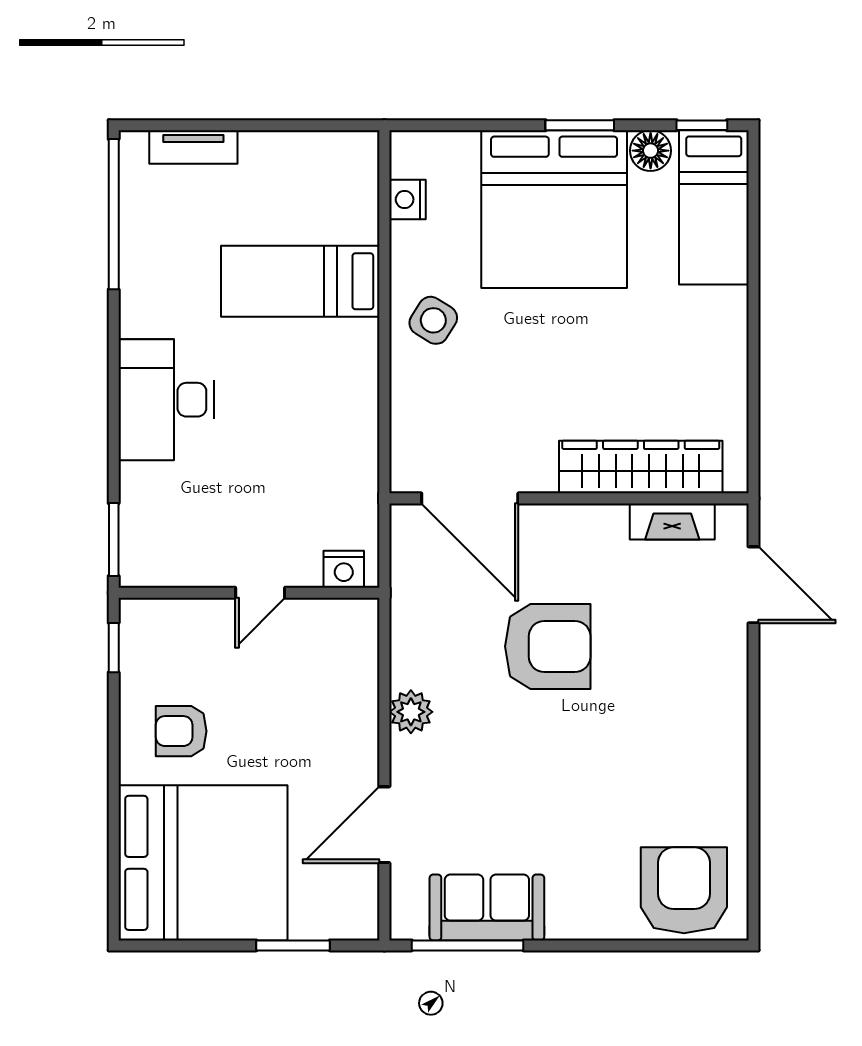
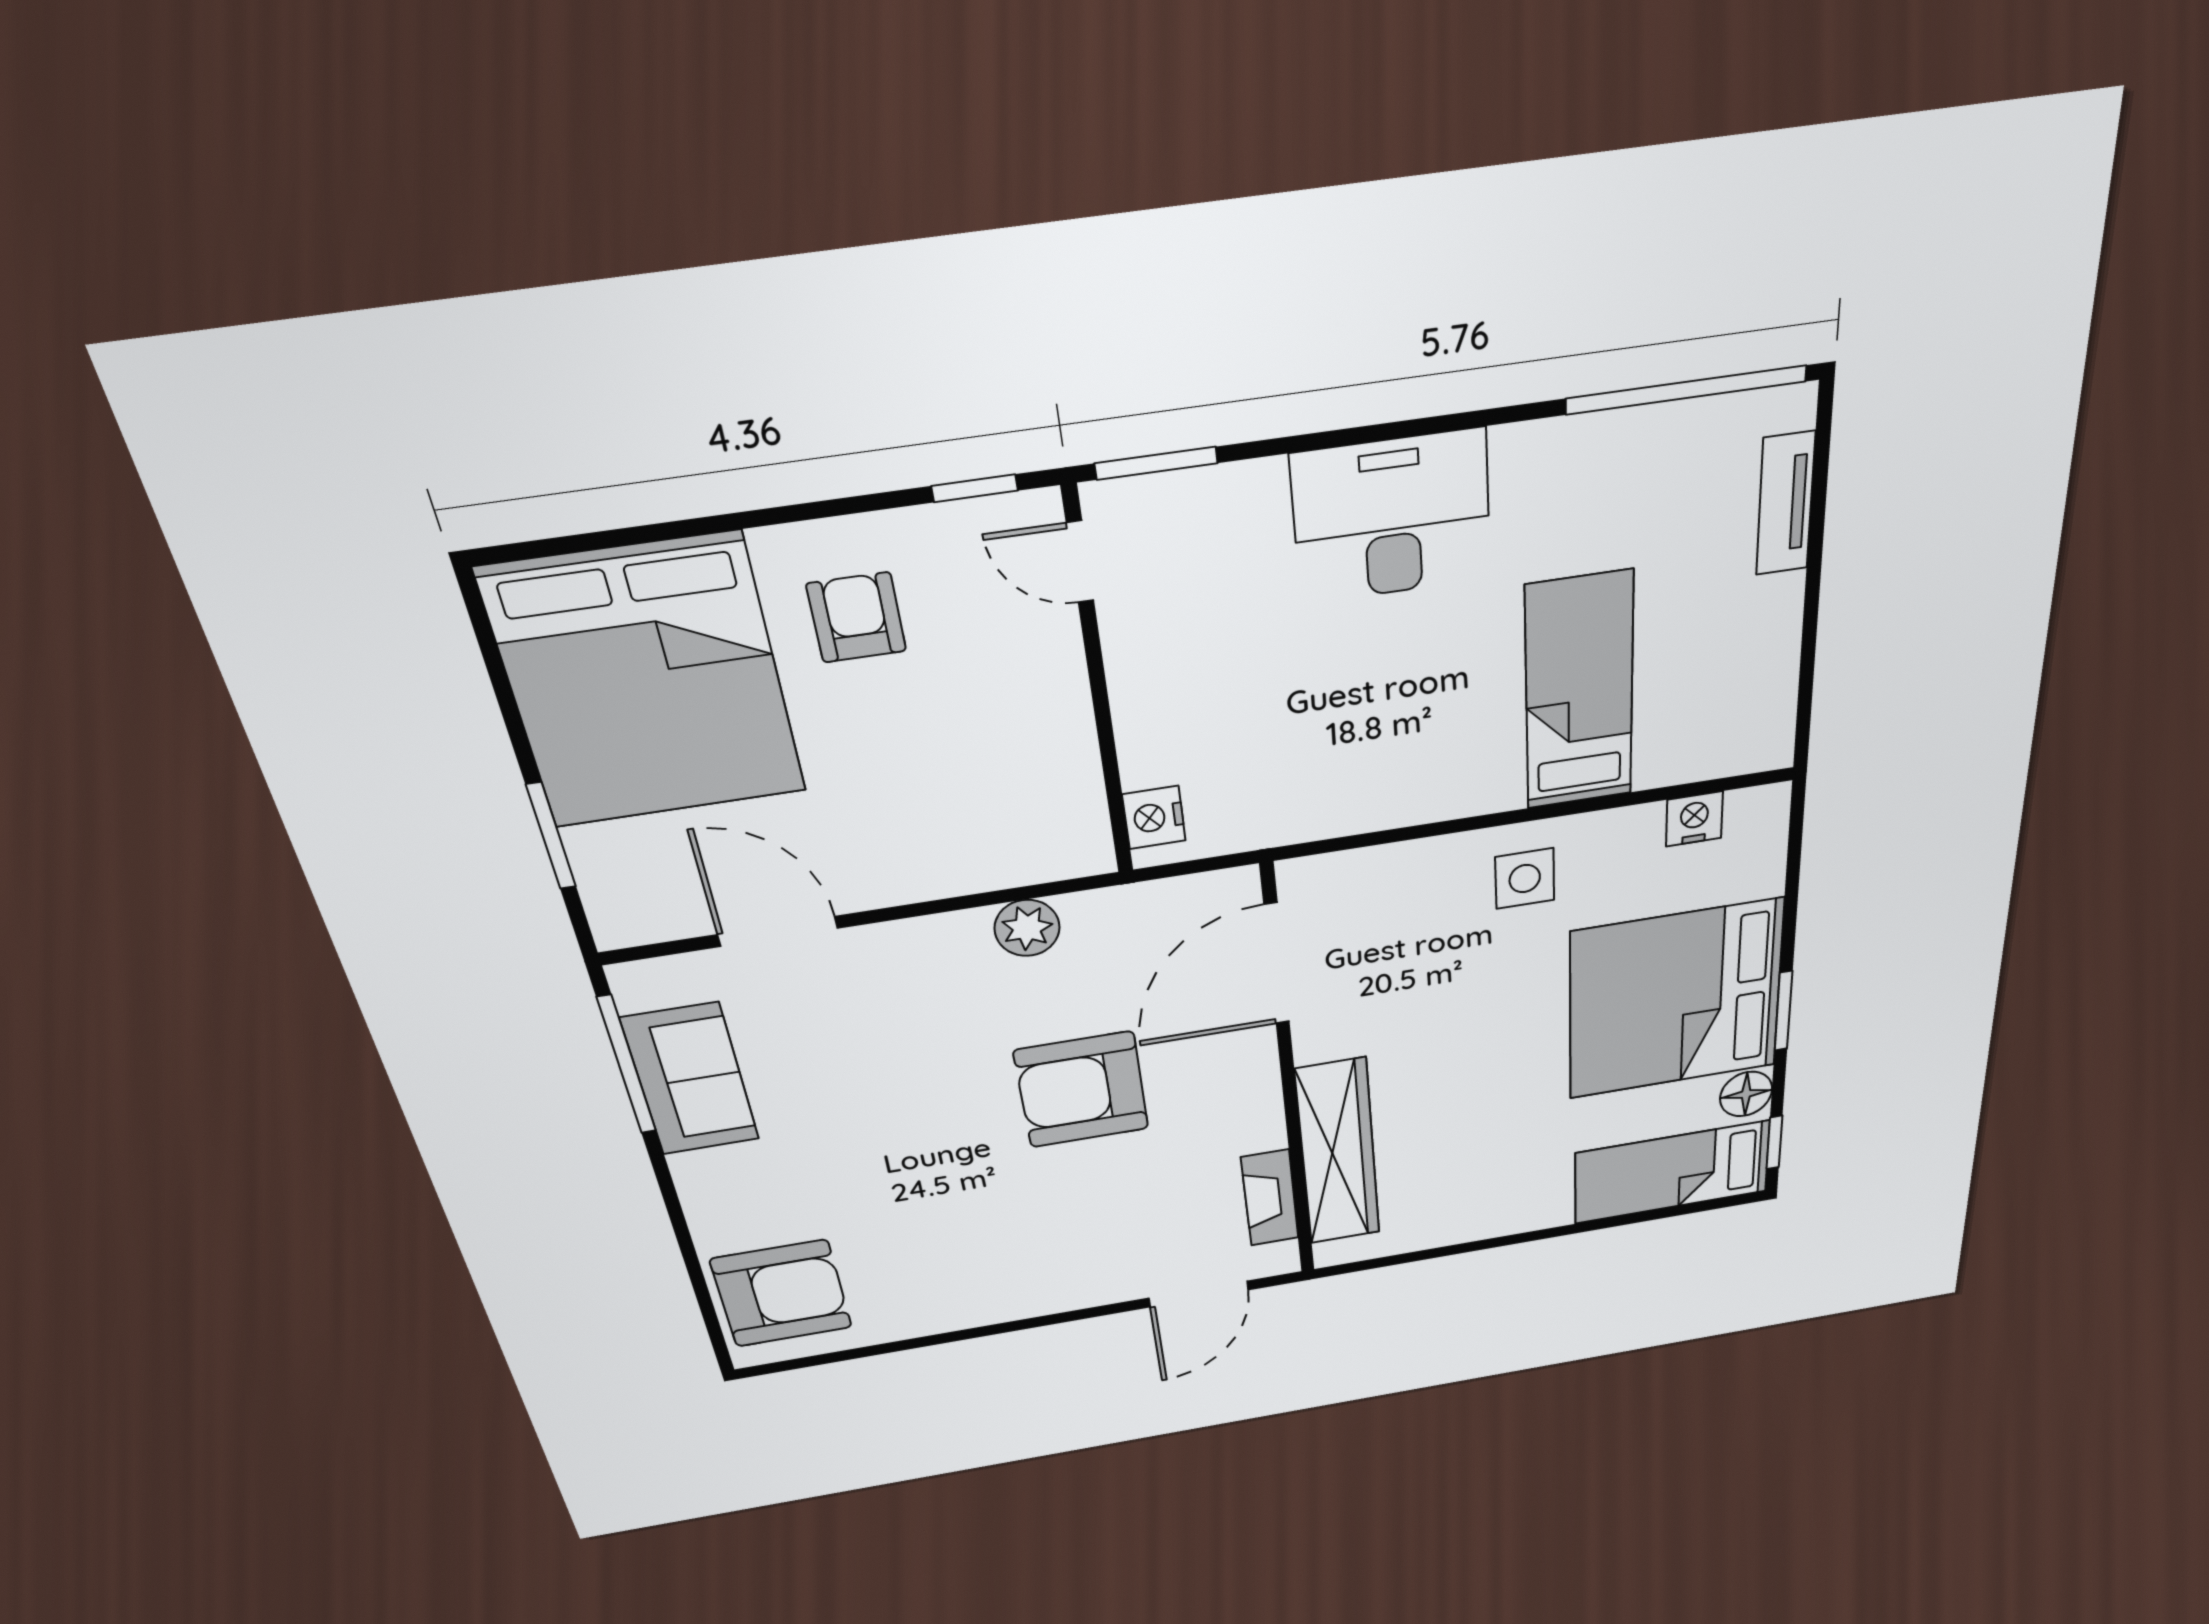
side table: (433, 320) -> (1525, 879), turned -32
door: (260, 593) -> (1080, 562), moved
armchair: (548, 646) -> (1082, 1090), turned 90
plant: (411, 712) -> (1027, 928), moved

